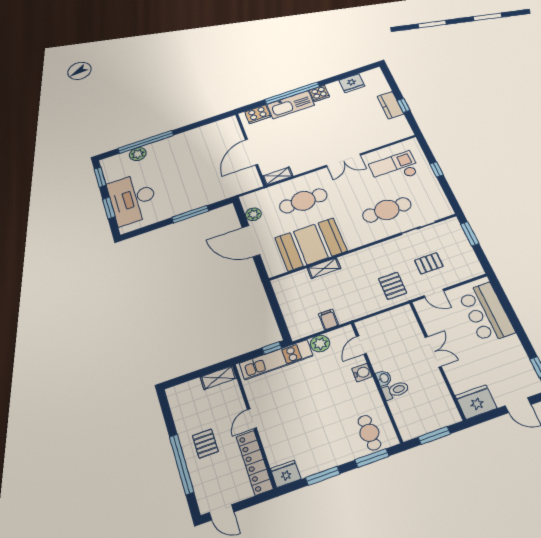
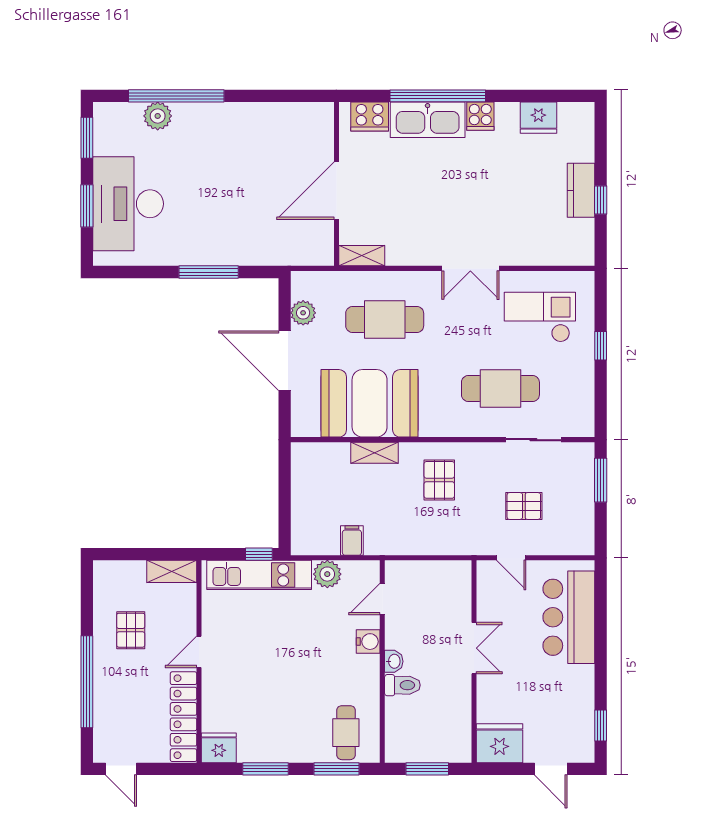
pallet: (393, 286) -> (439, 480), moved
pallet: (205, 444) -> (131, 630), moved

